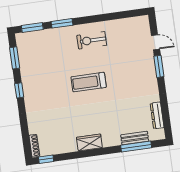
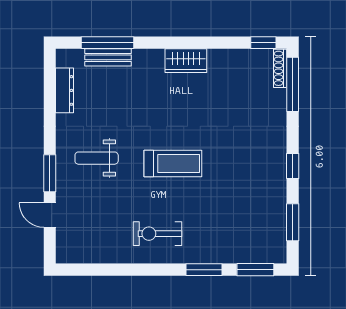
exercise bike: (92, 40) -> (158, 234), turned 180
weight bench: (133, 79) -> (97, 158), added
window: (26, 137) -> (293, 84), added

